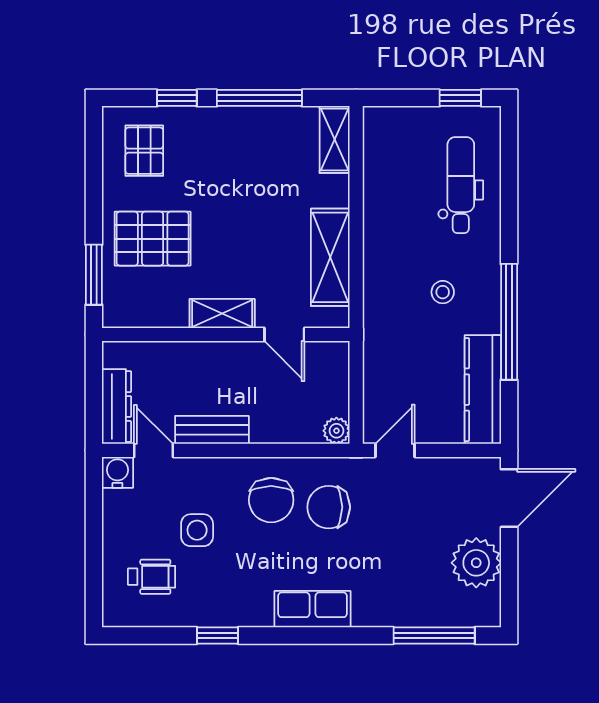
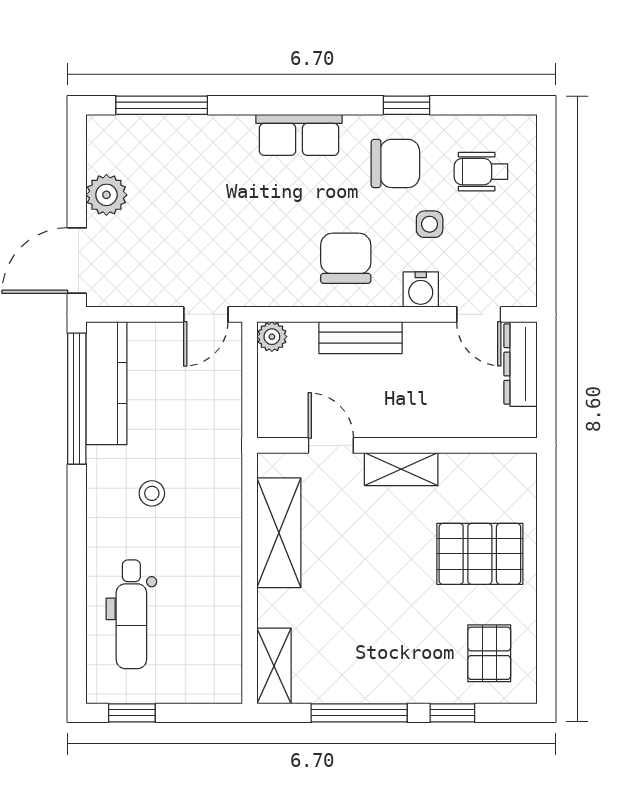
window: (94, 275) -> (546, 513), removed
window: (509, 322) -> (77, 399), moved
bench: (212, 430) -> (360, 338), moved
water cooler: (117, 472) -> (421, 290), moved
chair: (329, 507) -> (395, 163), moved
side table: (197, 530) -> (430, 224), width x0.73, depth x0.73
plant: (476, 563) -> (106, 195), width x0.73, depth x0.73

